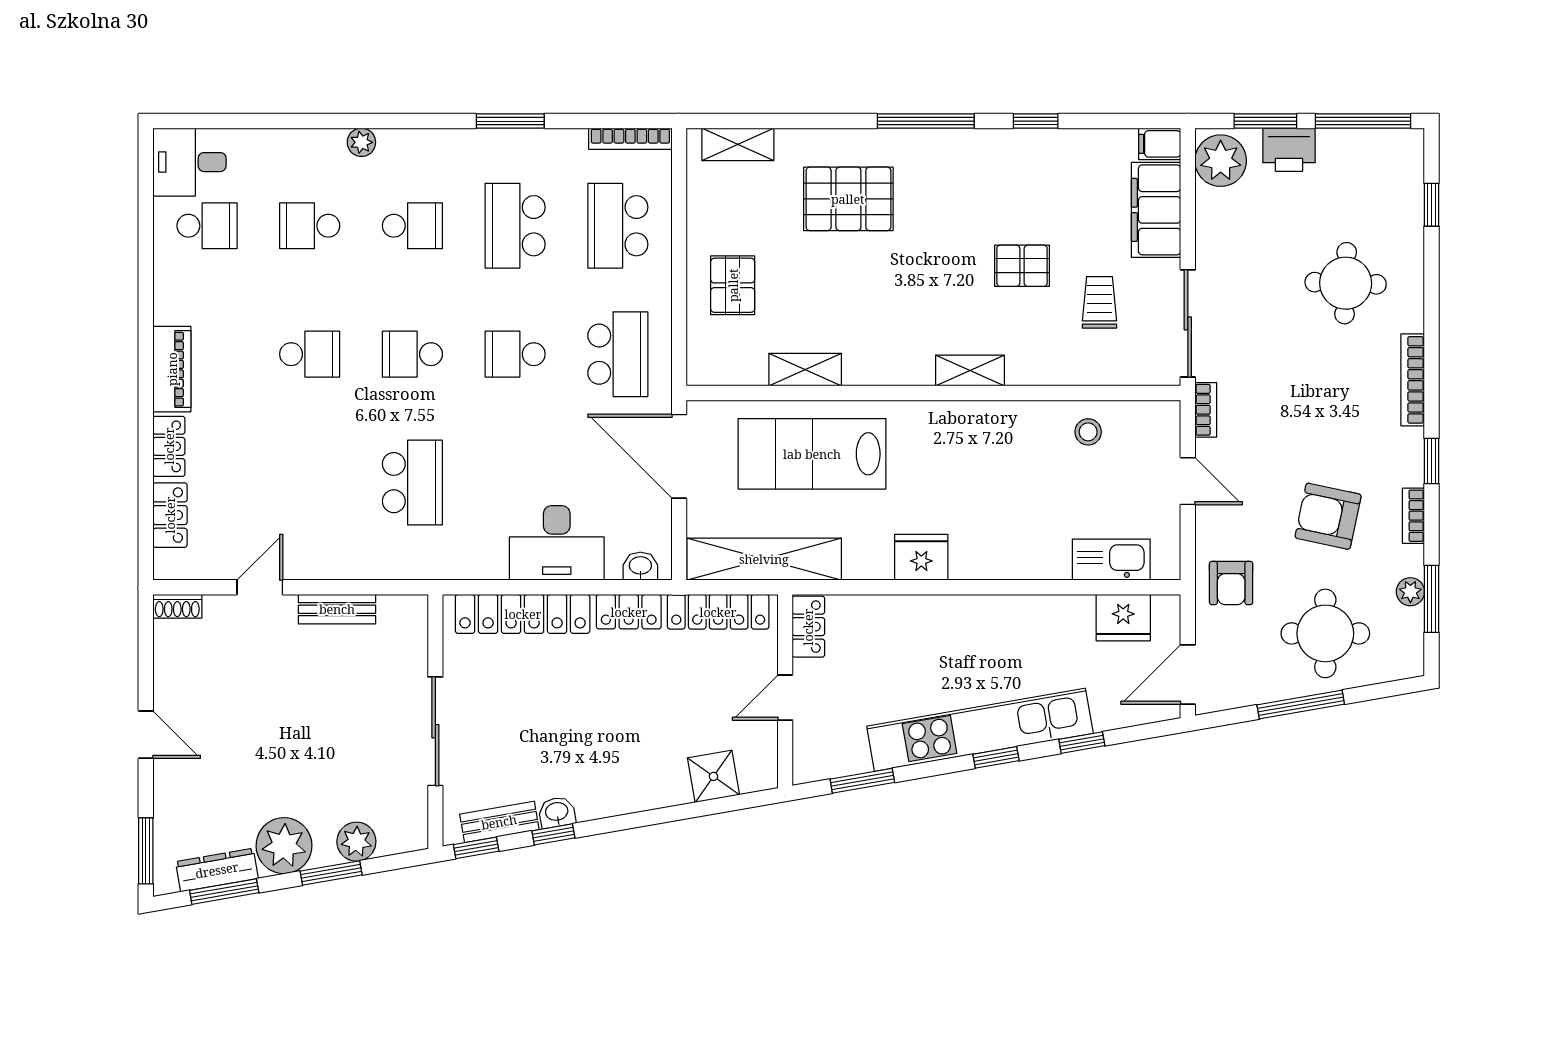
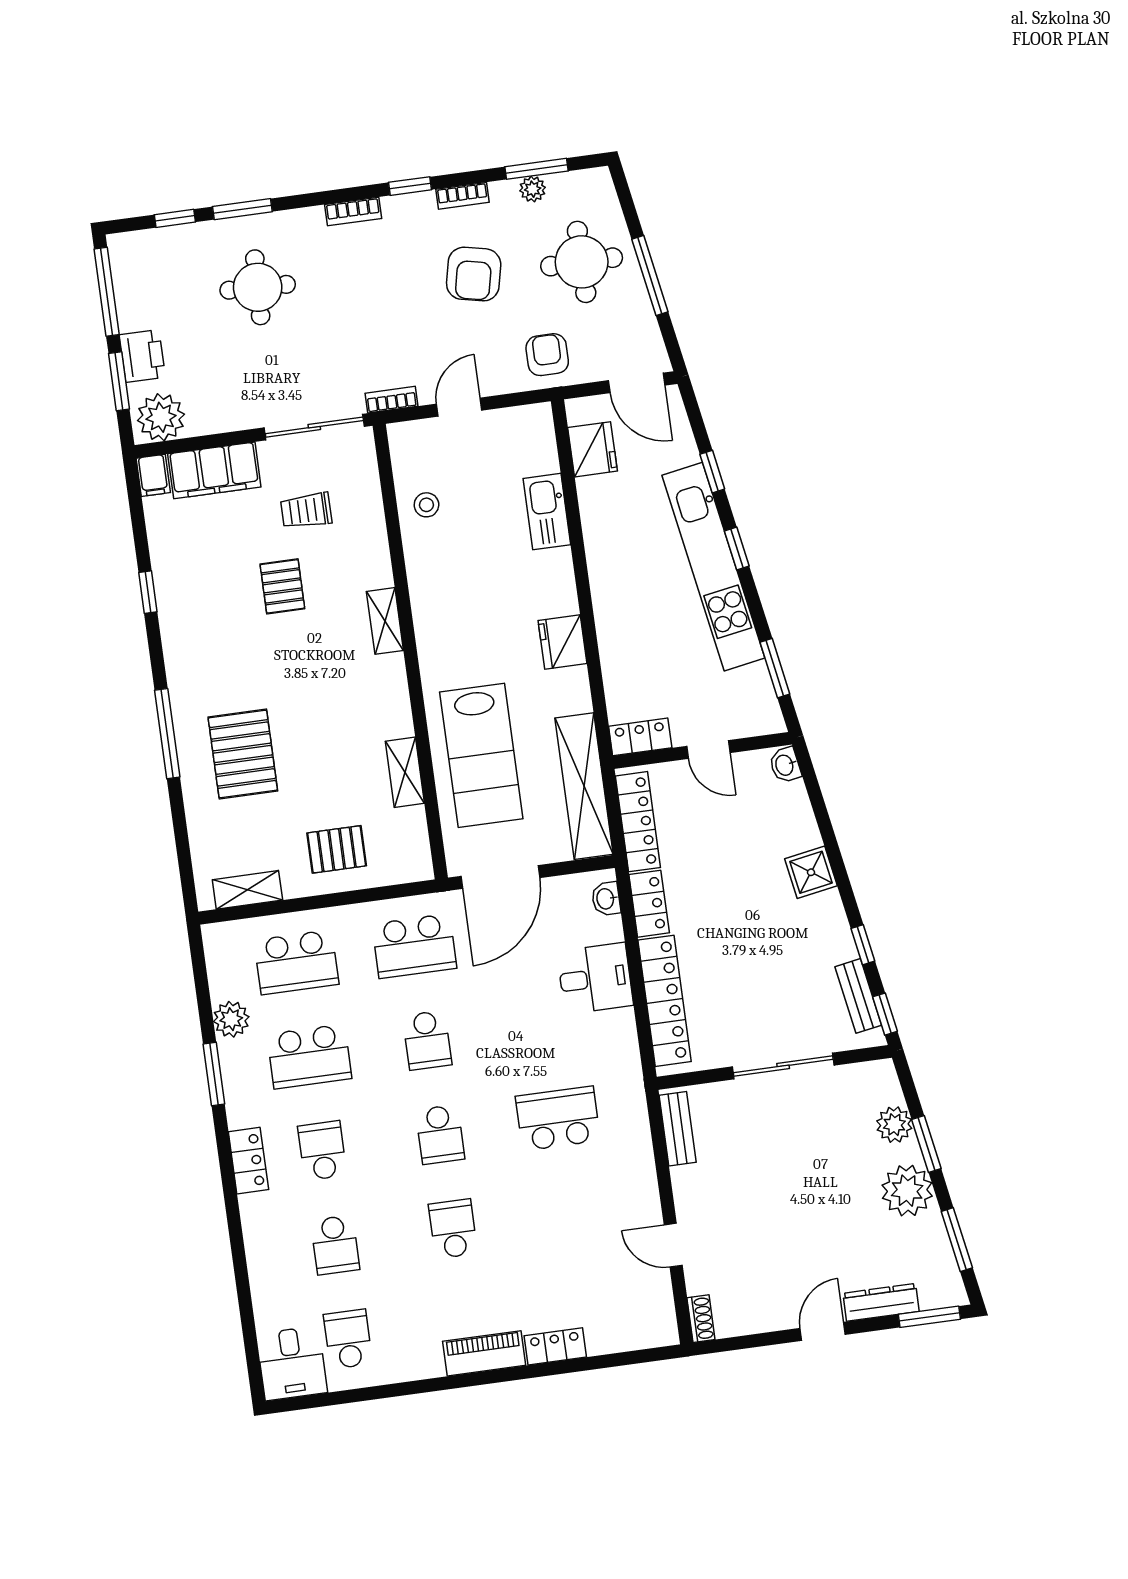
window: (926, 121) -> (167, 734), moved
bookcase: (630, 139) -> (215, 962), removed
plant: (361, 142) -> (231, 1019), moved, width x1.38, depth x1.38
shelving: (738, 144) -> (247, 890), moved, turned 90
window: (1432, 278) -> (242, 209), added
school desk: (618, 354) -> (414, 946), turned 180
bookcase: (1413, 380) -> (353, 212), width x0.64
locker: (170, 515) -> (248, 1161), moved, turned 90
desk: (557, 543) -> (595, 978), width x0.73
kitchen sink: (1111, 560) -> (547, 512), moved
armchair: (1231, 583) -> (547, 355), turned -90
bench: (337, 609) -> (678, 1129), moved
shower: (713, 776) -> (811, 872), moved
washbasin: (557, 812) -> (785, 765), moved
dresser: (217, 870) -> (881, 1302), moved, turned 100

